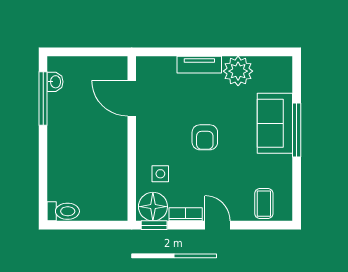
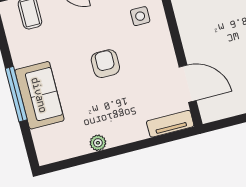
tv unit: (199, 65) -> (170, 124), moved
plant: (238, 71) -> (98, 143), width x0.53, depth x0.53

